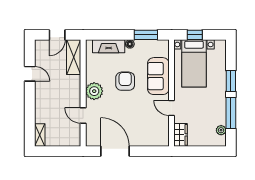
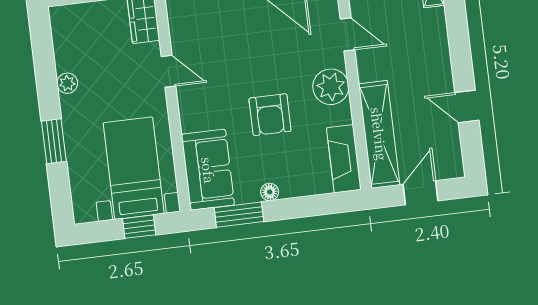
fireplace: (109, 46) -> (344, 159), moved, turned -90
shelving: (74, 57) -> (379, 134), width x1.47
sofa: (158, 76) -> (208, 170), moved
window: (231, 113) -> (46, 76), removed
plant: (221, 130) -> (67, 83), moved

